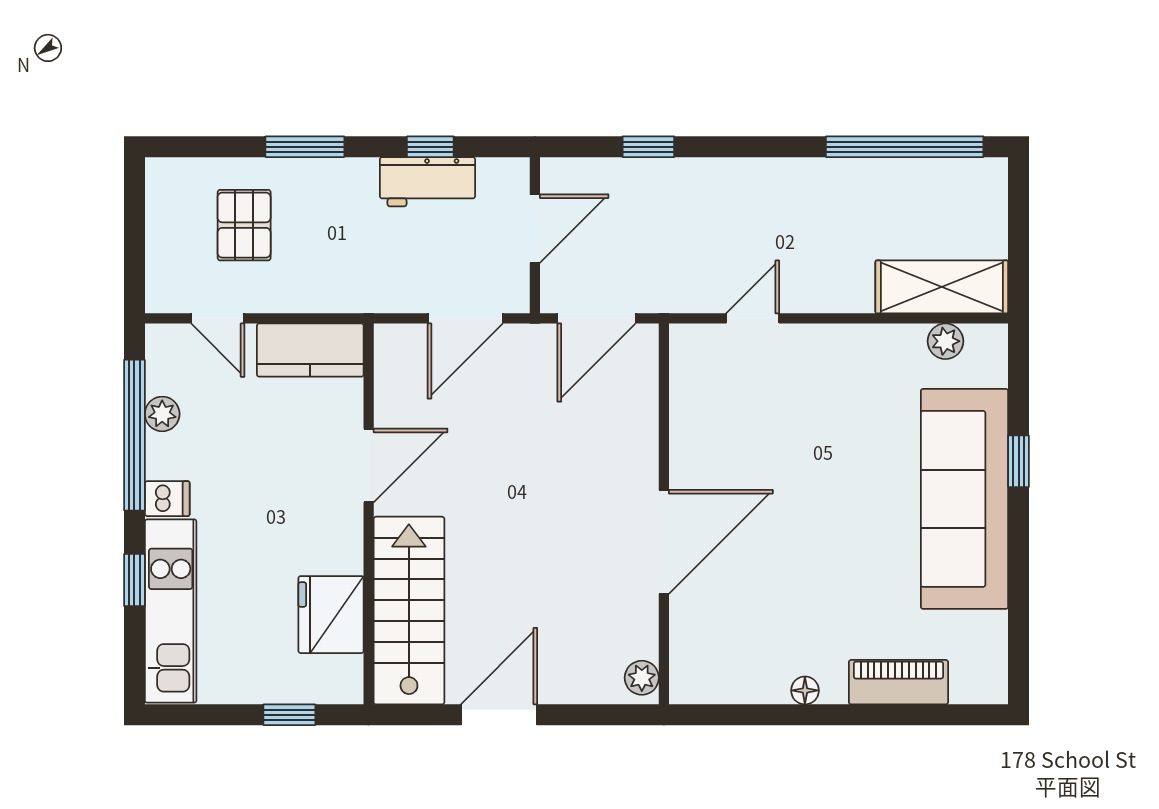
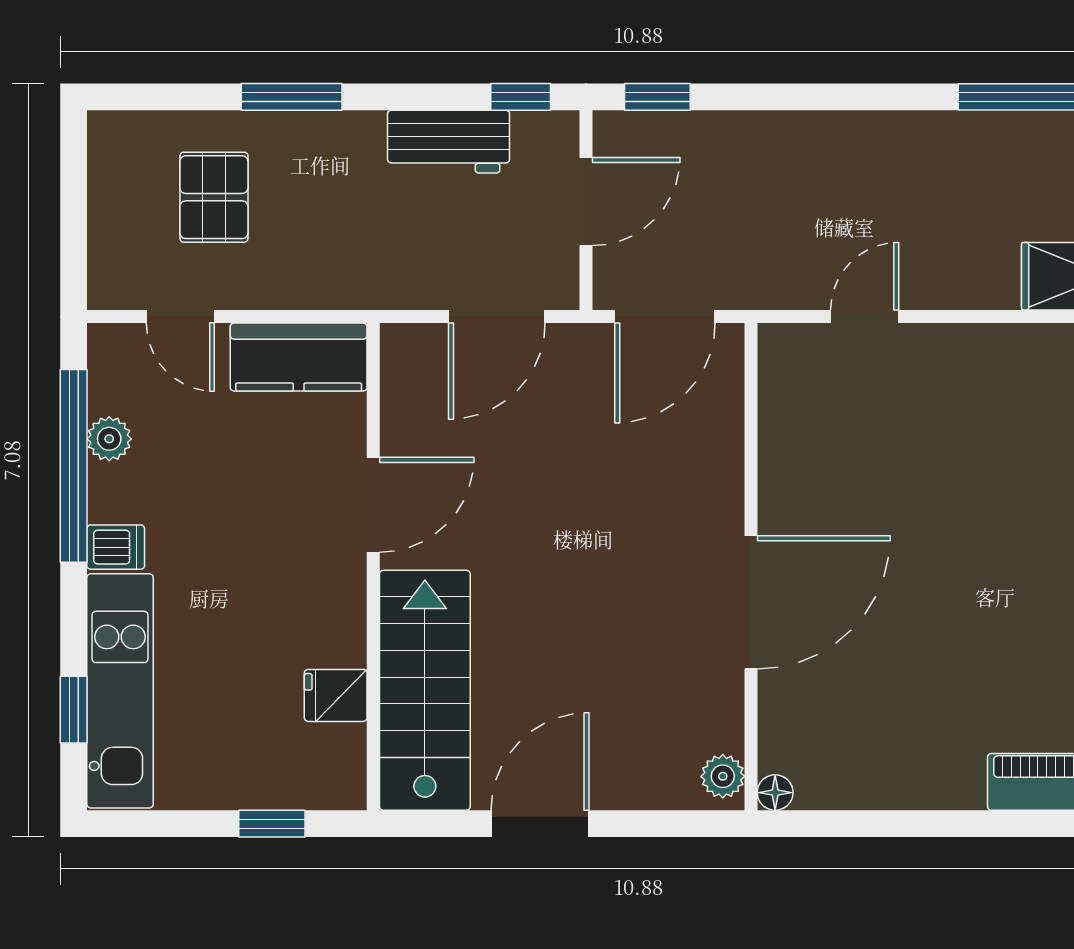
window: (430, 147) -> (521, 97), moved
window: (648, 147) -> (657, 97), moved
window: (134, 580) -> (74, 710), moved
fridge: (331, 615) -> (336, 695), width x0.53, depth x0.75
floor lamp: (805, 690) -> (775, 793), moved

